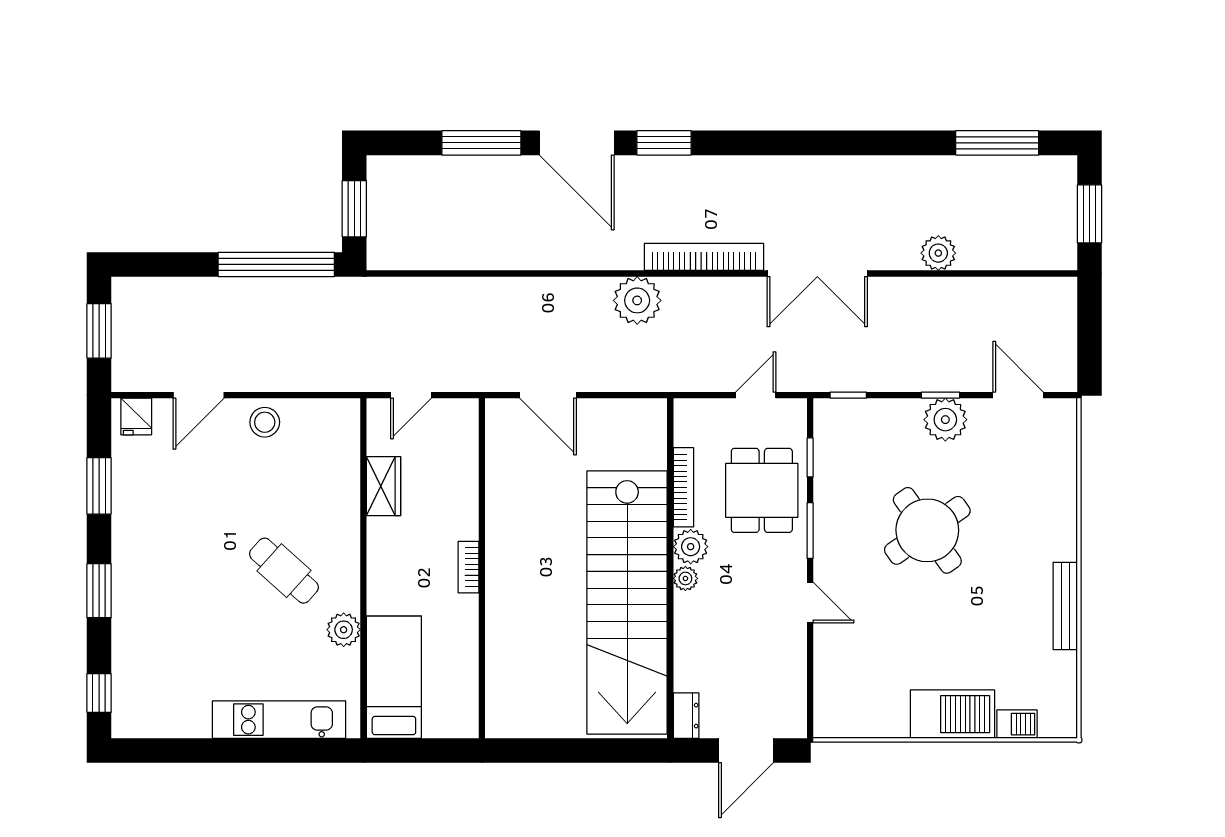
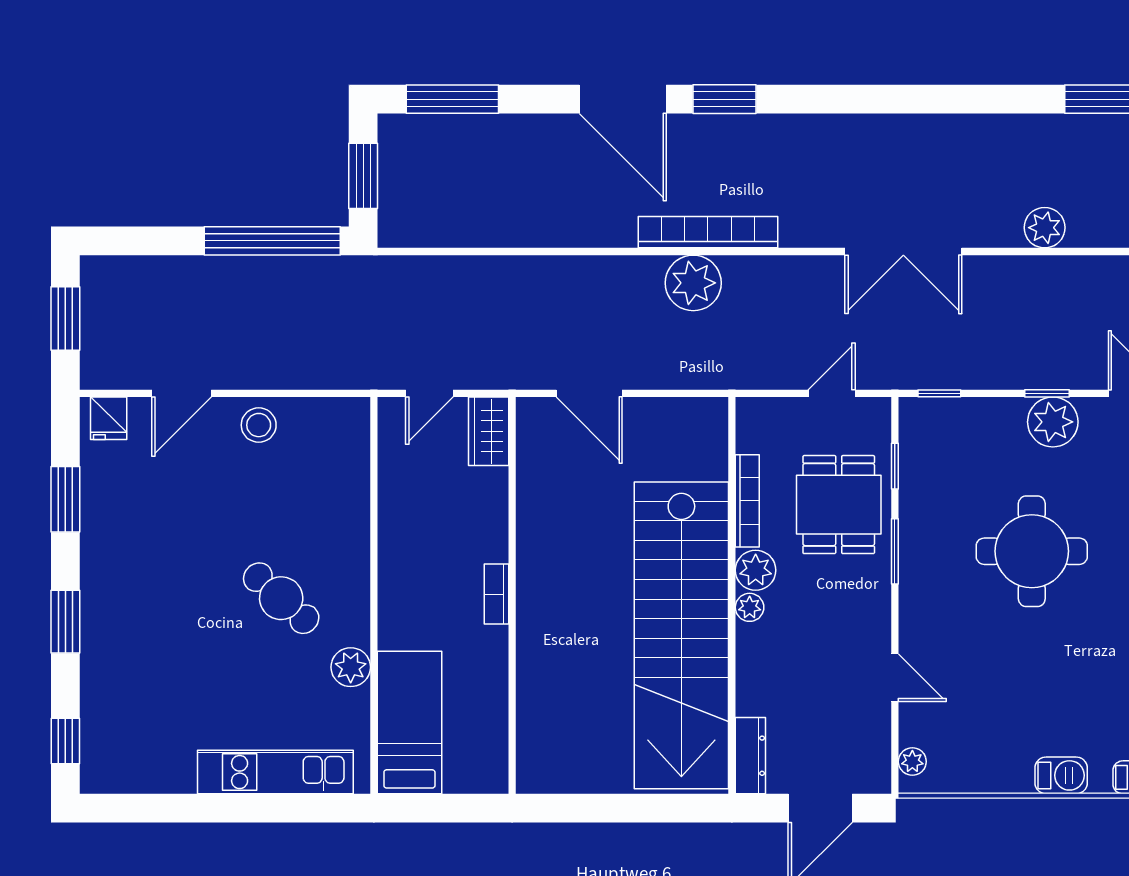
window: (481, 143) -> (452, 99), moved
bookcase: (704, 257) -> (708, 232), moved
wardrobe: (384, 486) -> (489, 431), moved, turned 180
round table: (927, 530) -> (1032, 551), turned 35
door: (810, 602) -> (895, 678), moved
plant: (825, 711) -> (912, 762), added
barbecue: (952, 714) -> (1061, 775), width x0.53, depth x0.65
dresser: (686, 716) -> (750, 756), width x1.44

